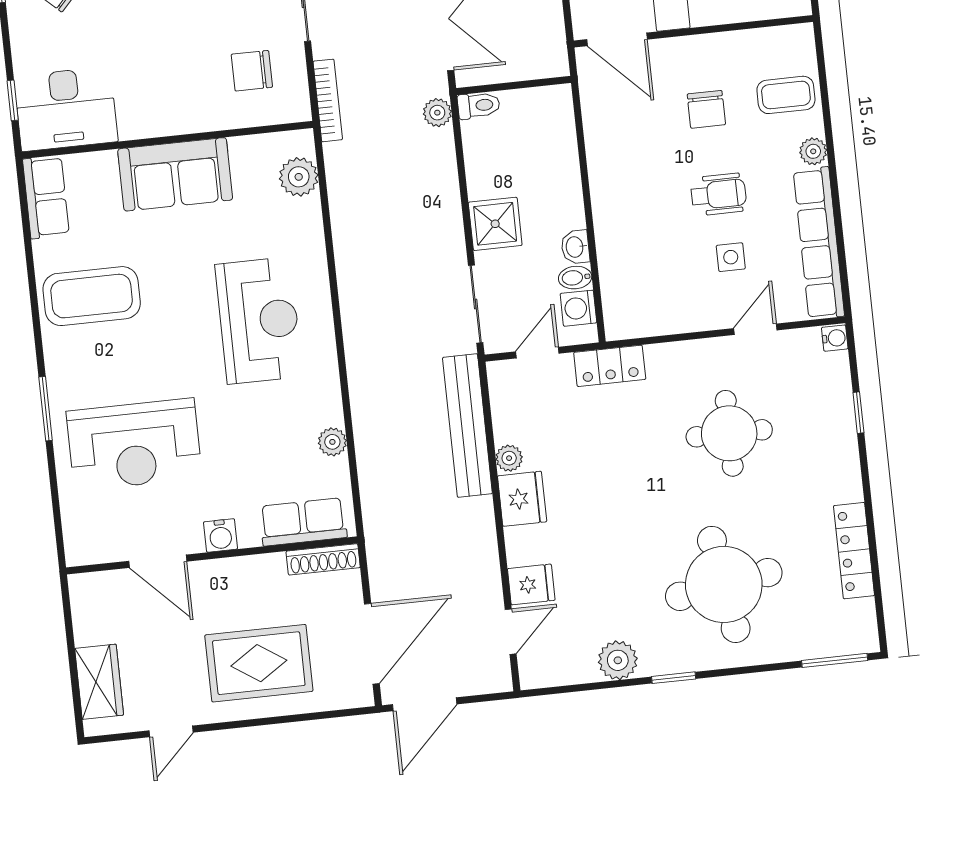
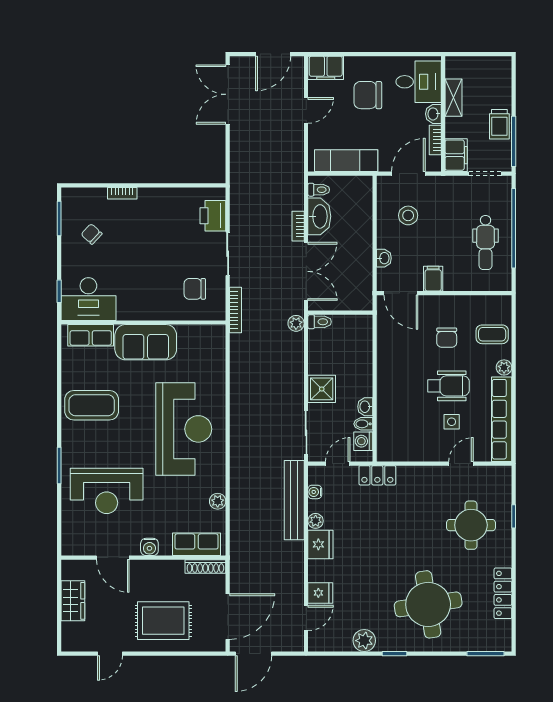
plant: (299, 177) -> (215, 351), removed
wheelchair: (718, 194) -> (448, 386), width x1.36, depth x1.37
row of seats: (46, 197) -> (91, 335), moved, turned 90
reception desk: (259, 320) -> (184, 429), width x1.36, depth x1.30
water cooler: (835, 338) -> (315, 492), moved, turned 180
round table: (729, 433) -> (471, 525), moved
wardrobe: (99, 682) -> (73, 601), moved

